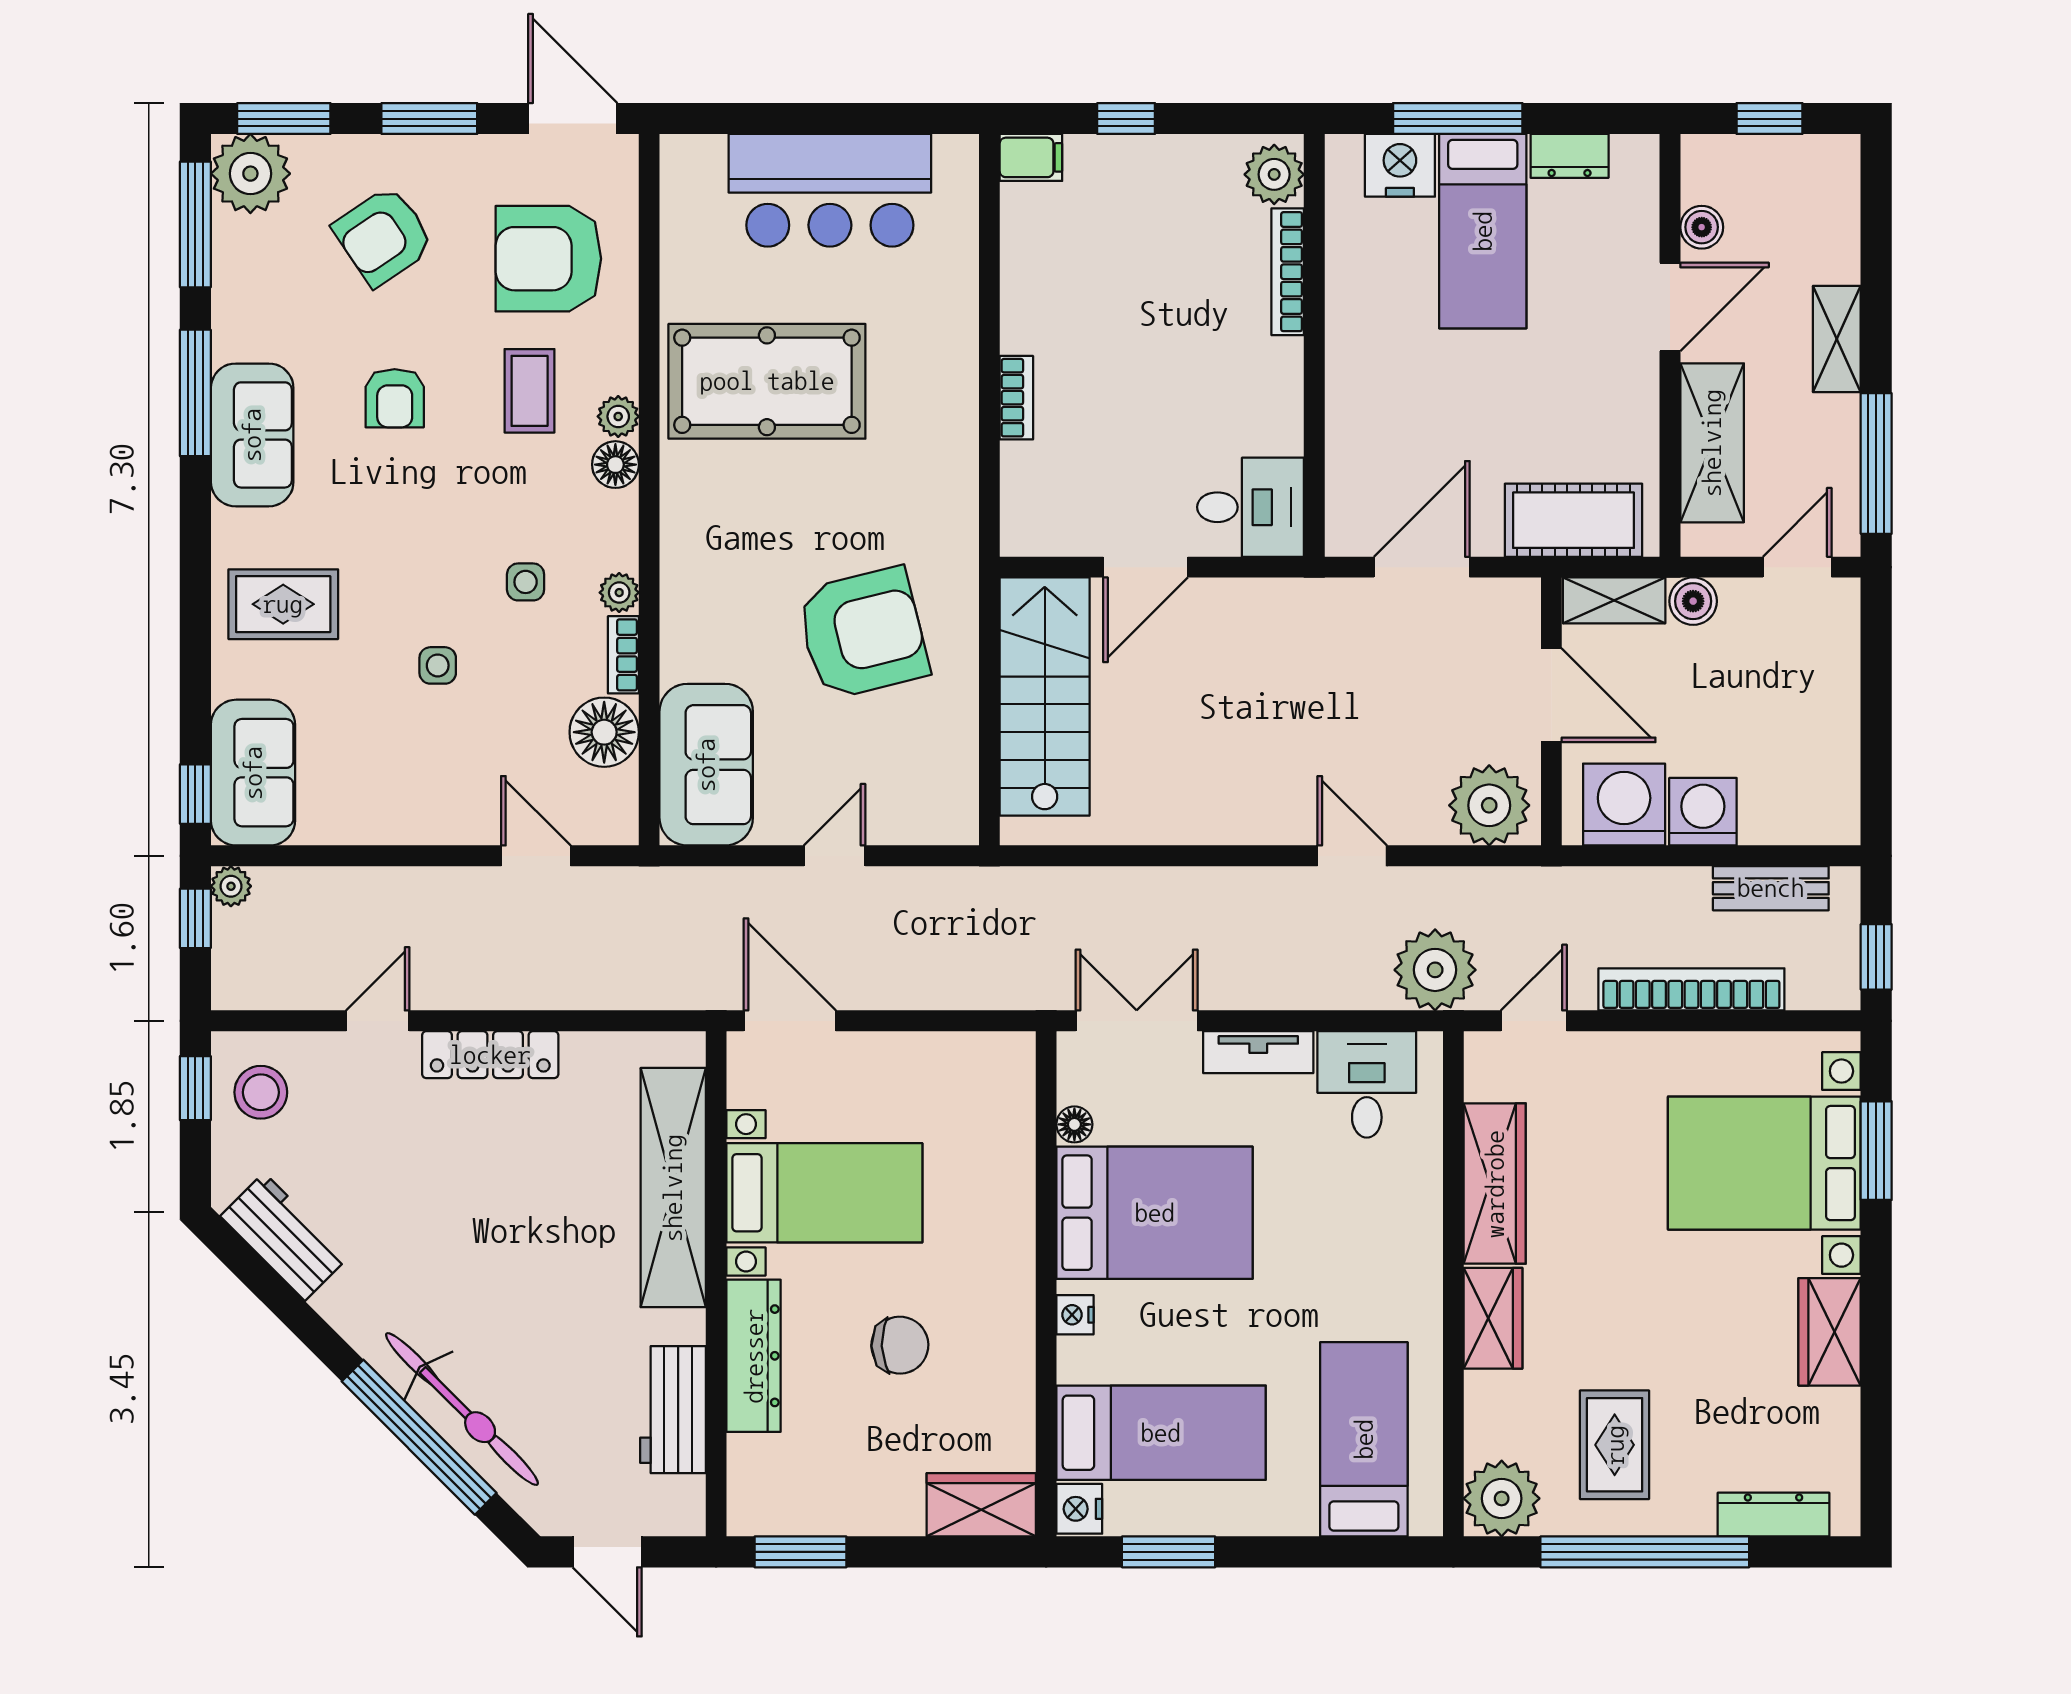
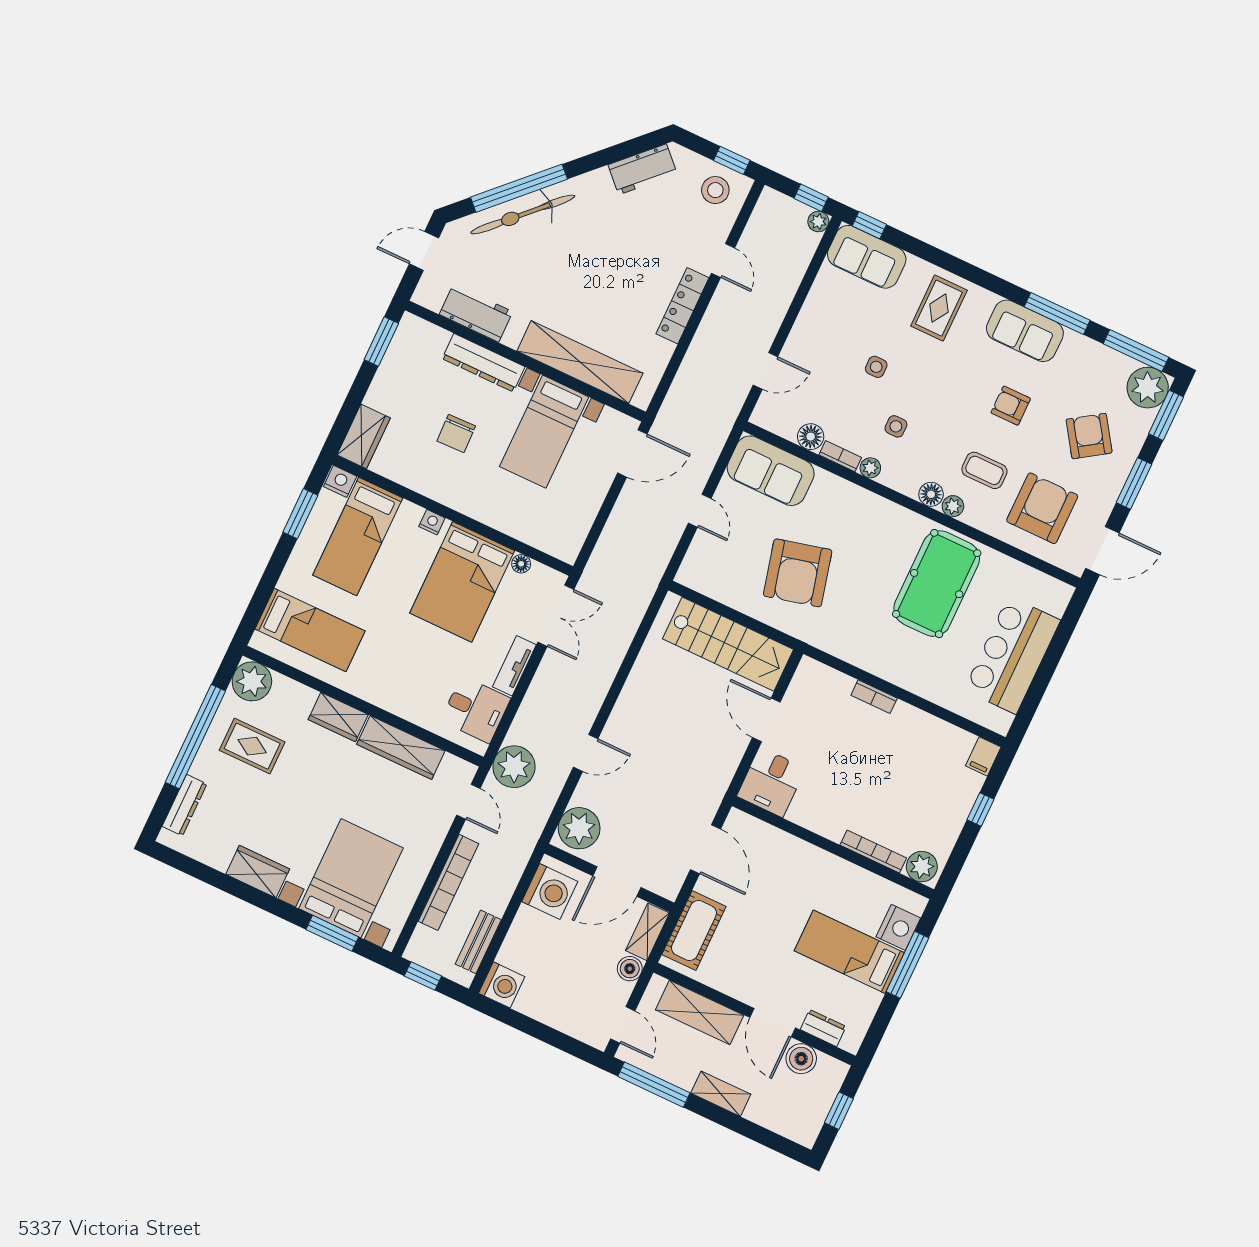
dresser: (1570, 156) -> (823, 1028), moved, turned 90
boiler: (1702, 227) -> (801, 1059), width x1.36, depth x1.36
floor lamp: (604, 732) -> (811, 437), width x0.73, depth x0.73
washing machine: (1703, 812) -> (502, 985), moved

